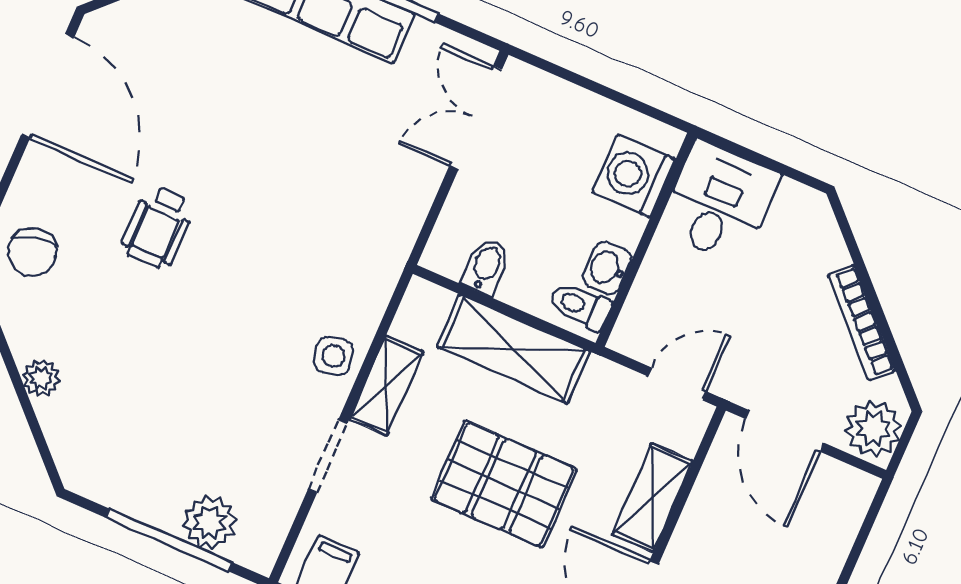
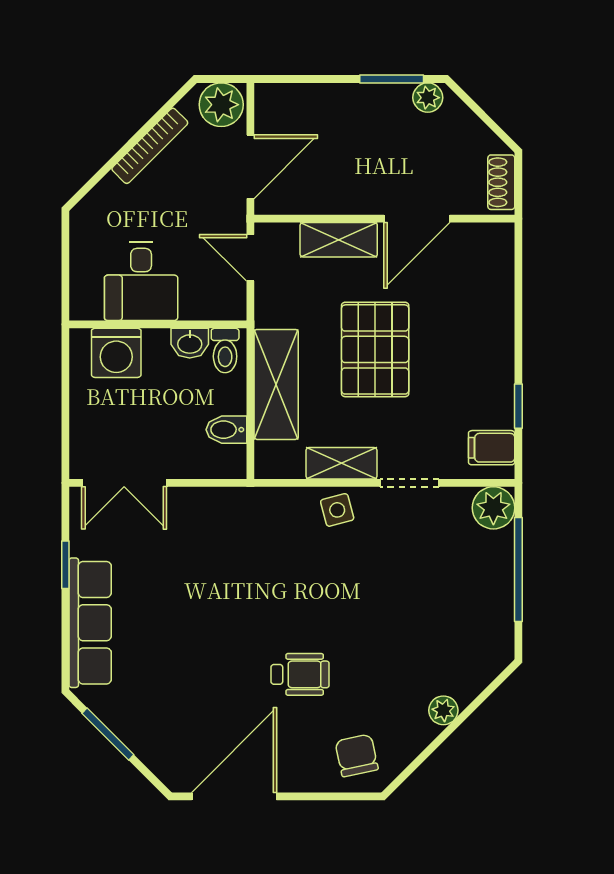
desk: (719, 202) -> (141, 281), moved, turned -90
chair: (32, 252) -> (357, 755), turned -89
plant: (210, 523) -> (493, 508), moved

